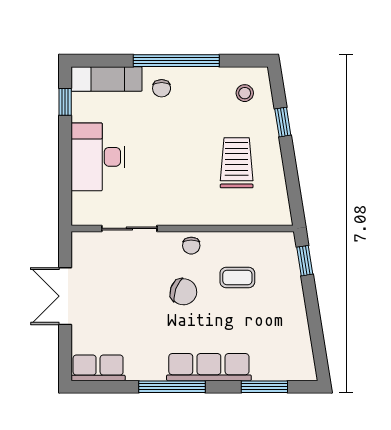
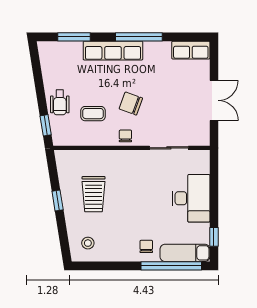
window: (176, 61) -> (171, 266), moved
window: (283, 122) -> (58, 201), moved
wheelchair: (285, 293) -> (60, 102), added

